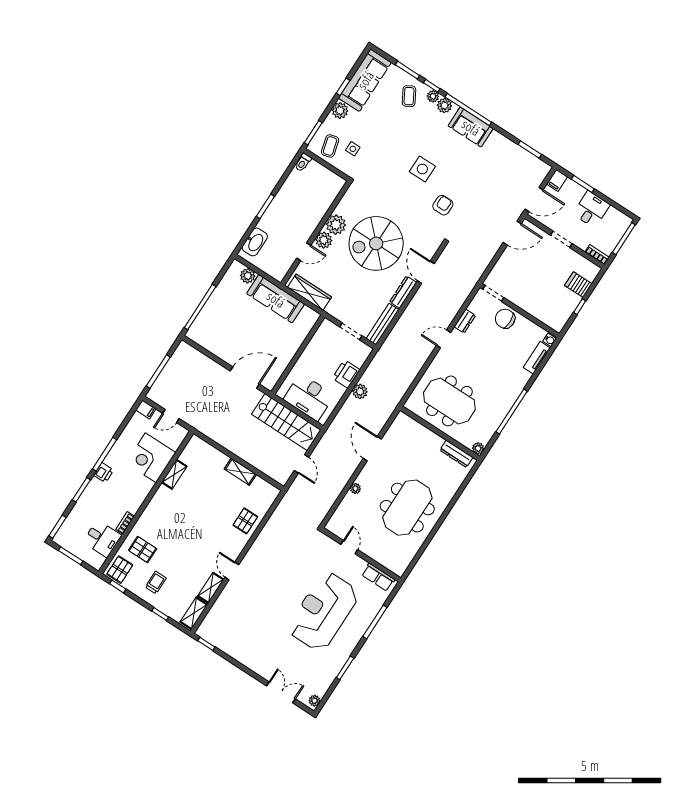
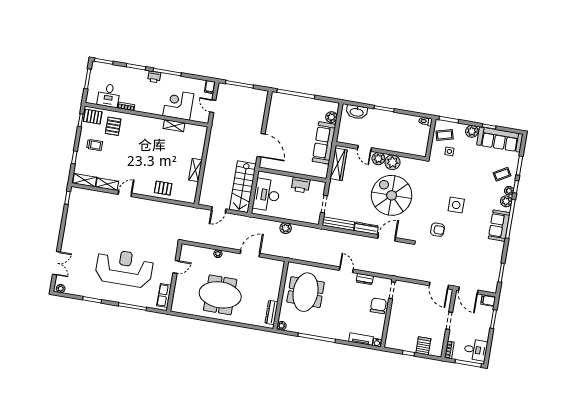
desk: (591, 209) -> (476, 350), moved
printer: (346, 374) -> (301, 185), moved, turned 180

